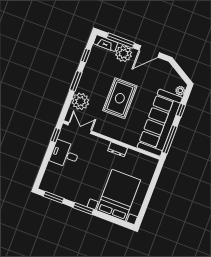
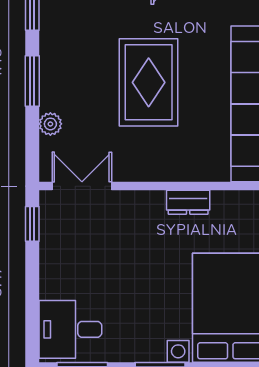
plant: (80, 101) -> (50, 124), width x0.53, depth x0.53
desk: (65, 154) -> (70, 329), moved

